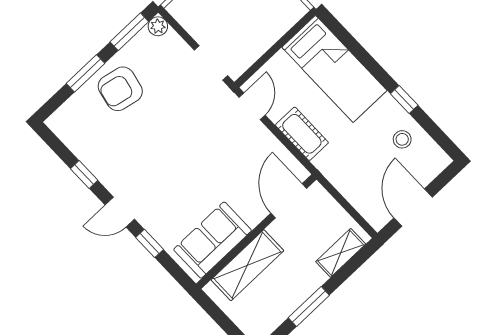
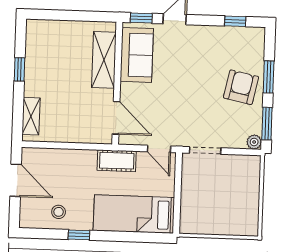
window: (84, 174) -> (235, 21), moved
door: (289, 201) -> (116, 118), moved
wall: (256, 232) -> (117, 83), moved
sofa: (213, 240) -> (137, 55), moved
shelving: (247, 265) -> (104, 60), moved
window: (309, 307) -> (19, 69), width x0.67

